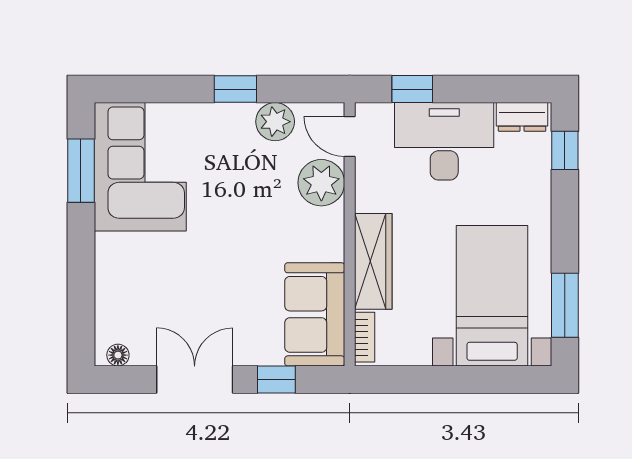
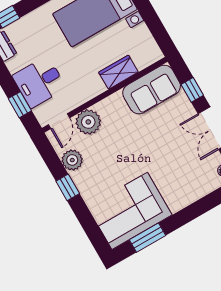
desk: (444, 141) -> (39, 82), width x0.73
wardrobe: (373, 261) -> (118, 72), width x0.67
bookcase: (365, 337) -> (149, 60), removed

